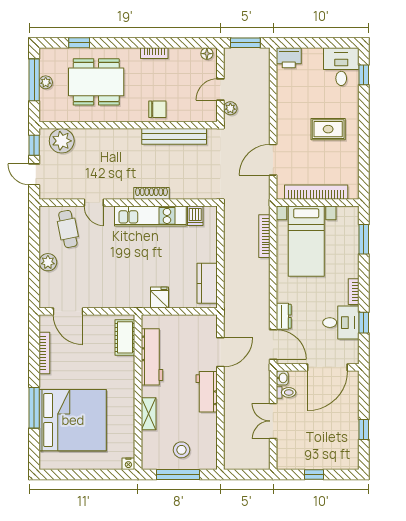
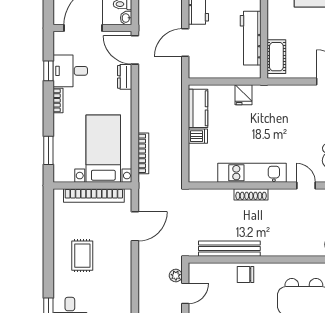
rug: (328, 129) -> (82, 256), turned 90
dishwasher: (195, 216) -> (198, 136), moved, turned 90

